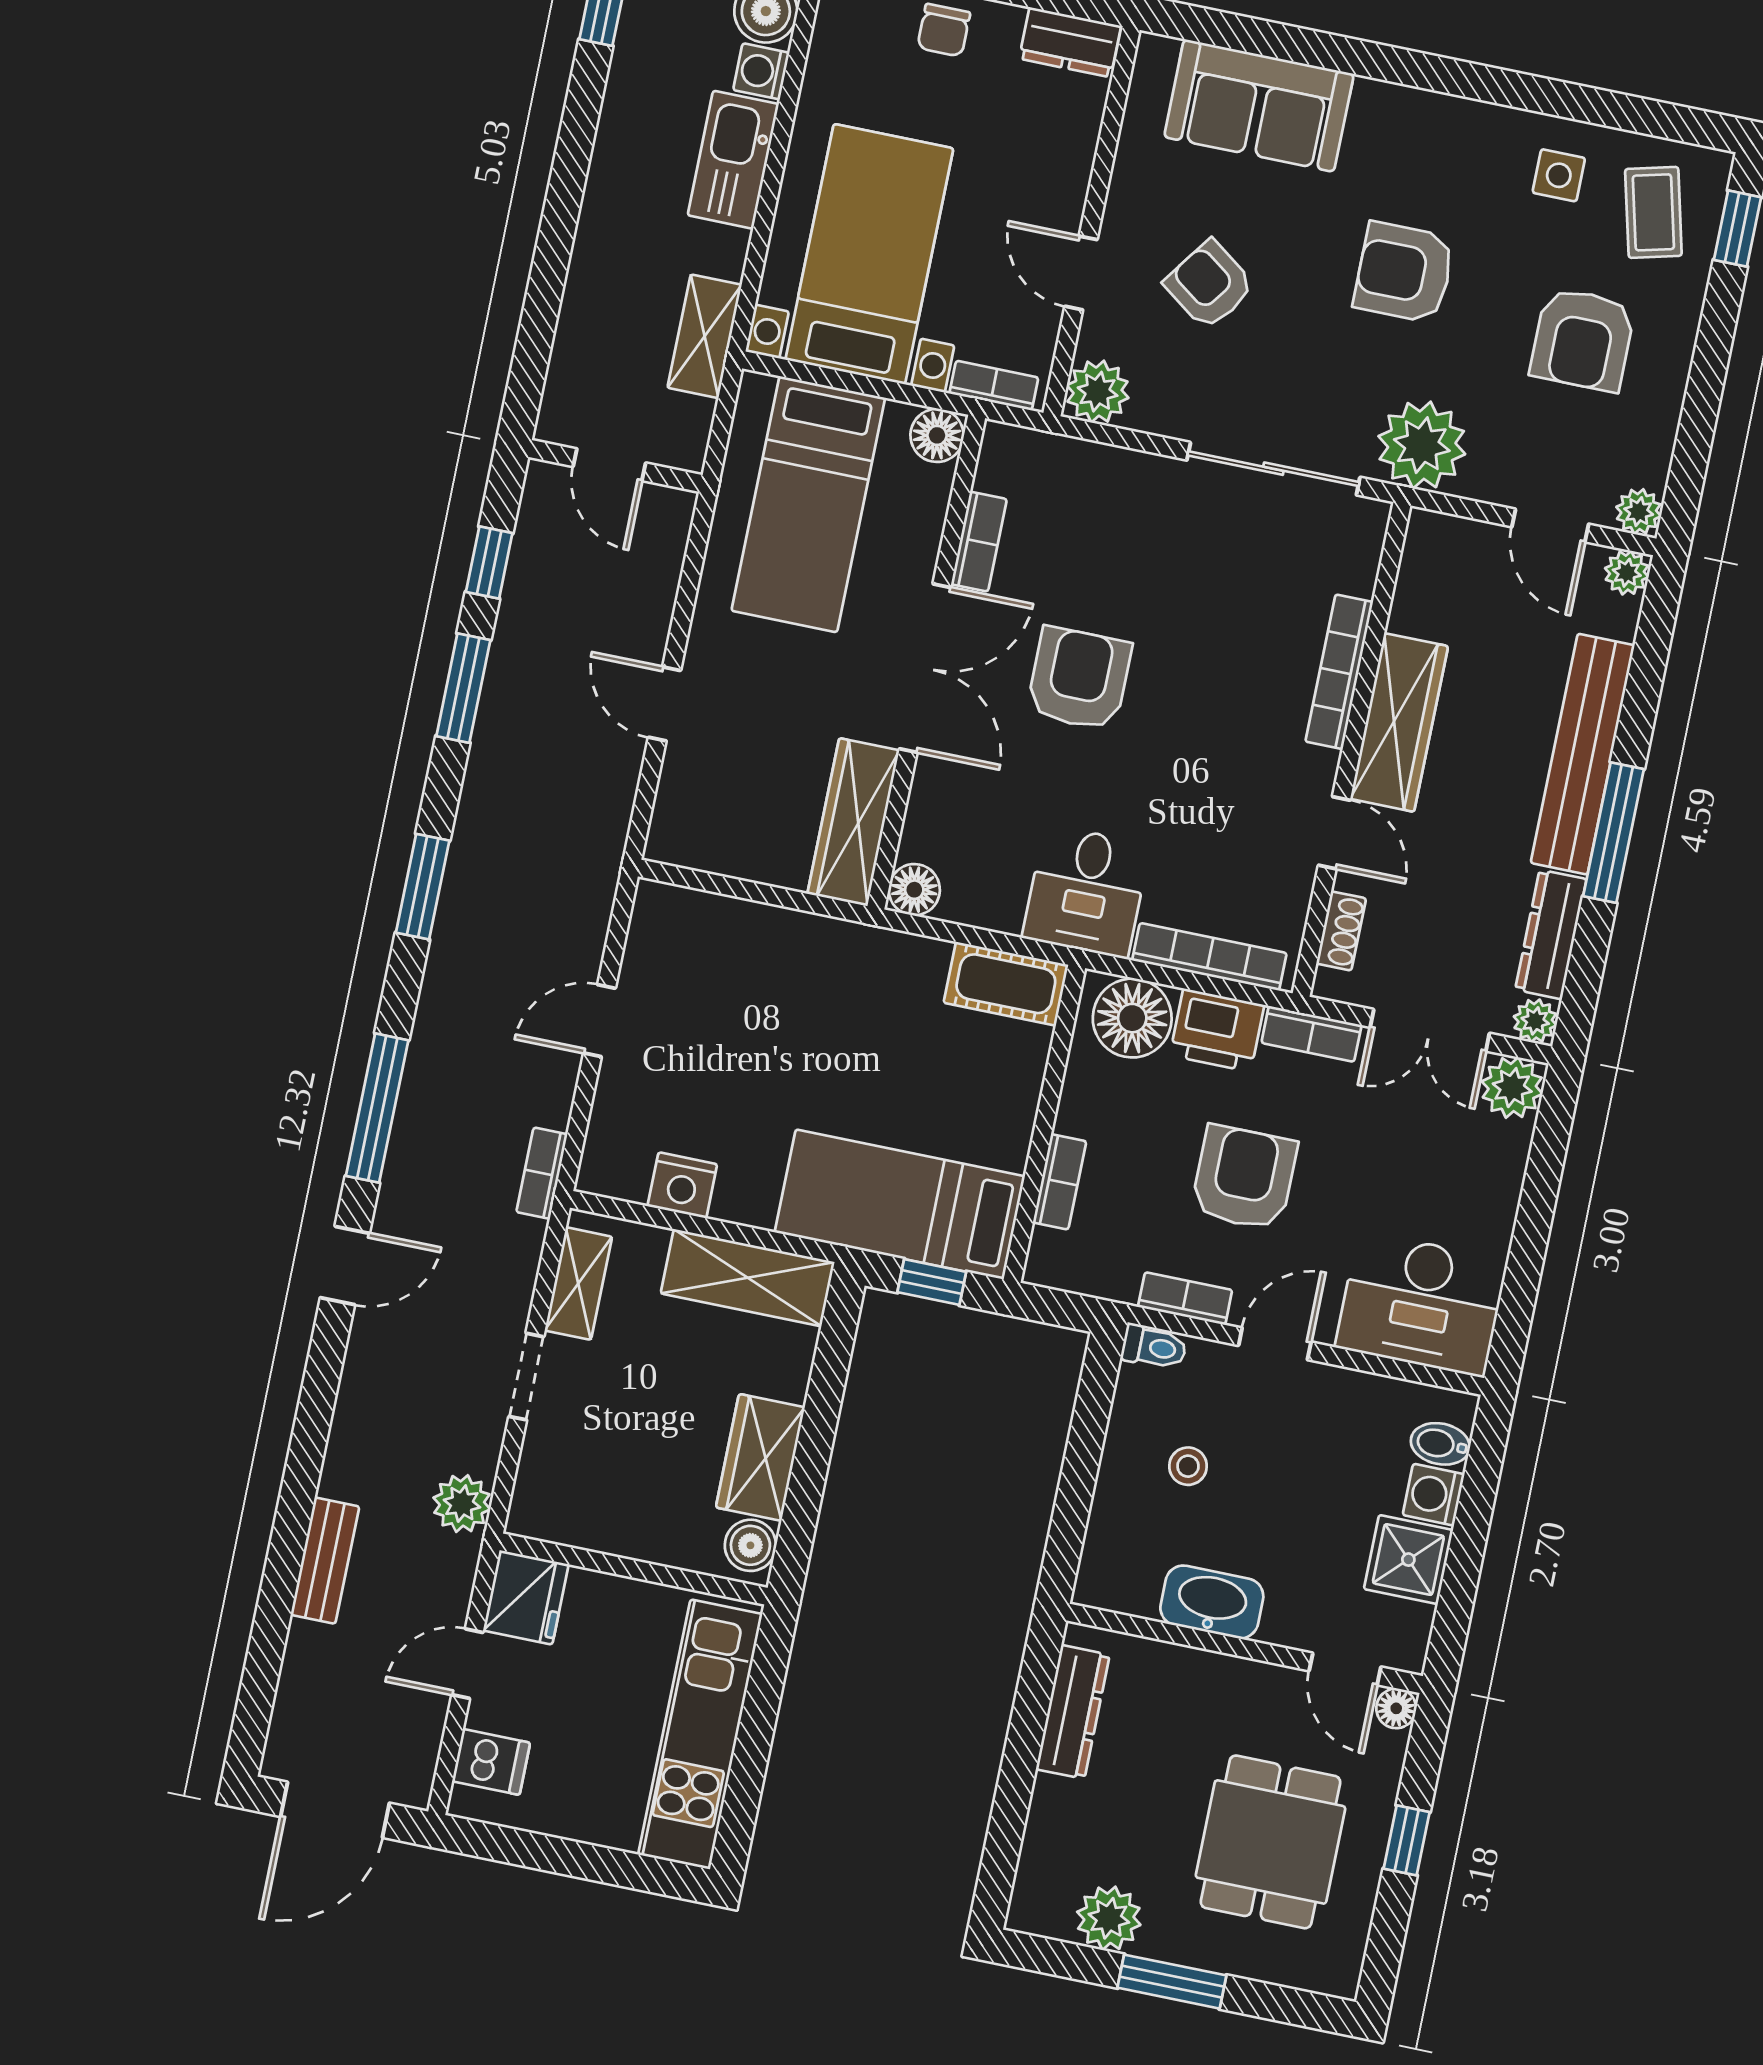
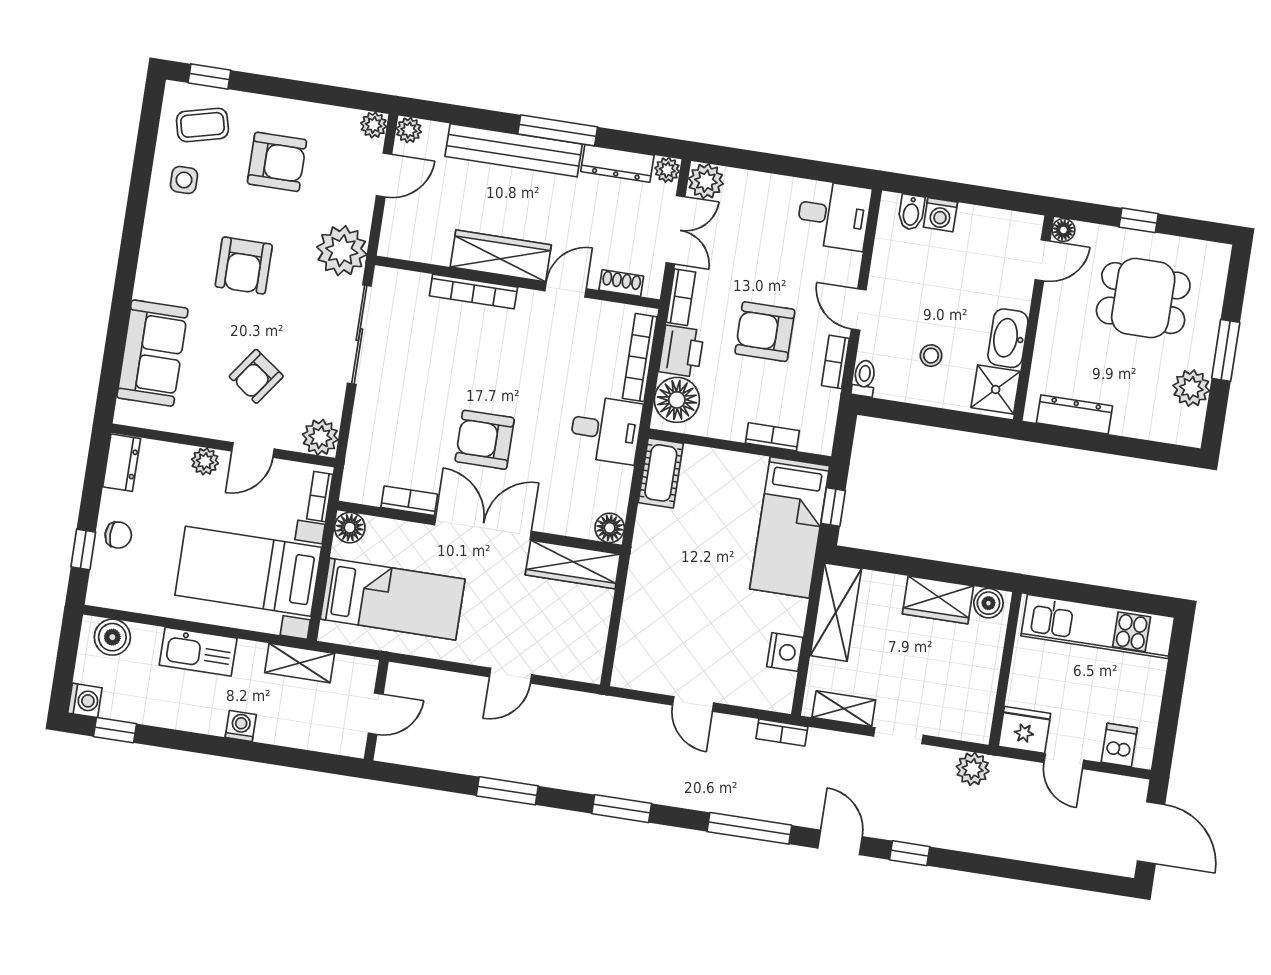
washing machine: (761, 71) -> (241, 726), moved, turned 180
plant: (1065, 188) -> (205, 461), added
window: (489, 562) -> (910, 853), moved
desk: (1421, 1304) -> (834, 215), width x0.73
shower: (1408, 1560) -> (996, 389), moved
bench: (325, 1561) -> (1009, 846), removed

